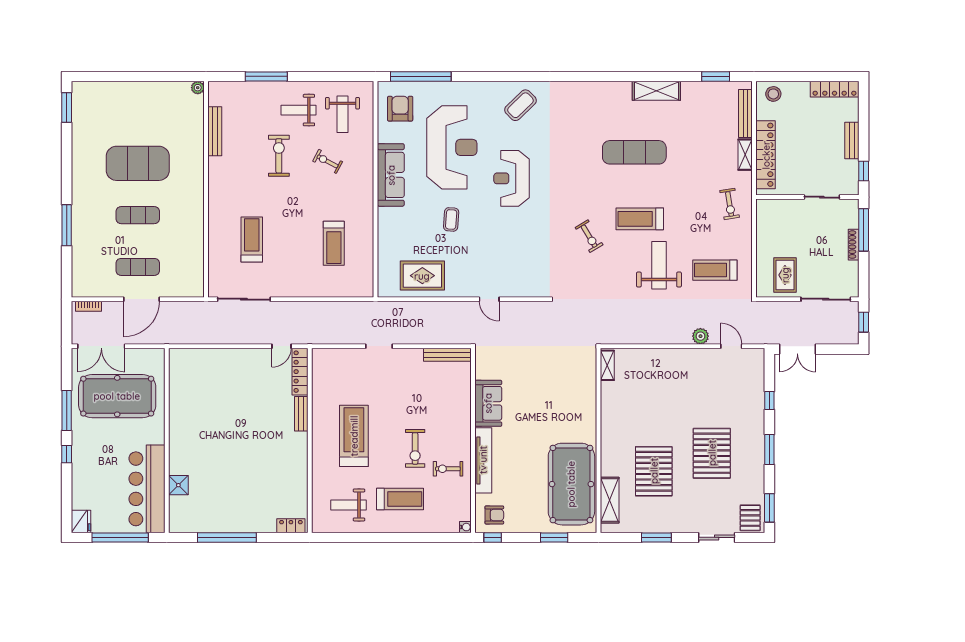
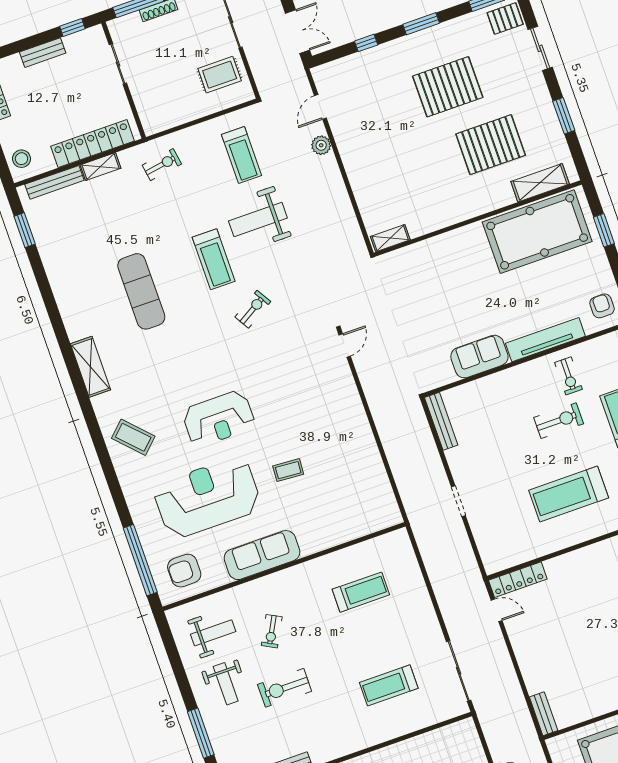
shelving: (656, 91) -> (90, 367), moved
rug: (422, 276) -> (362, 480), removed
door: (489, 299) -> (345, 346), moved
bench: (301, 414) -> (544, 714), moved, turned 90

